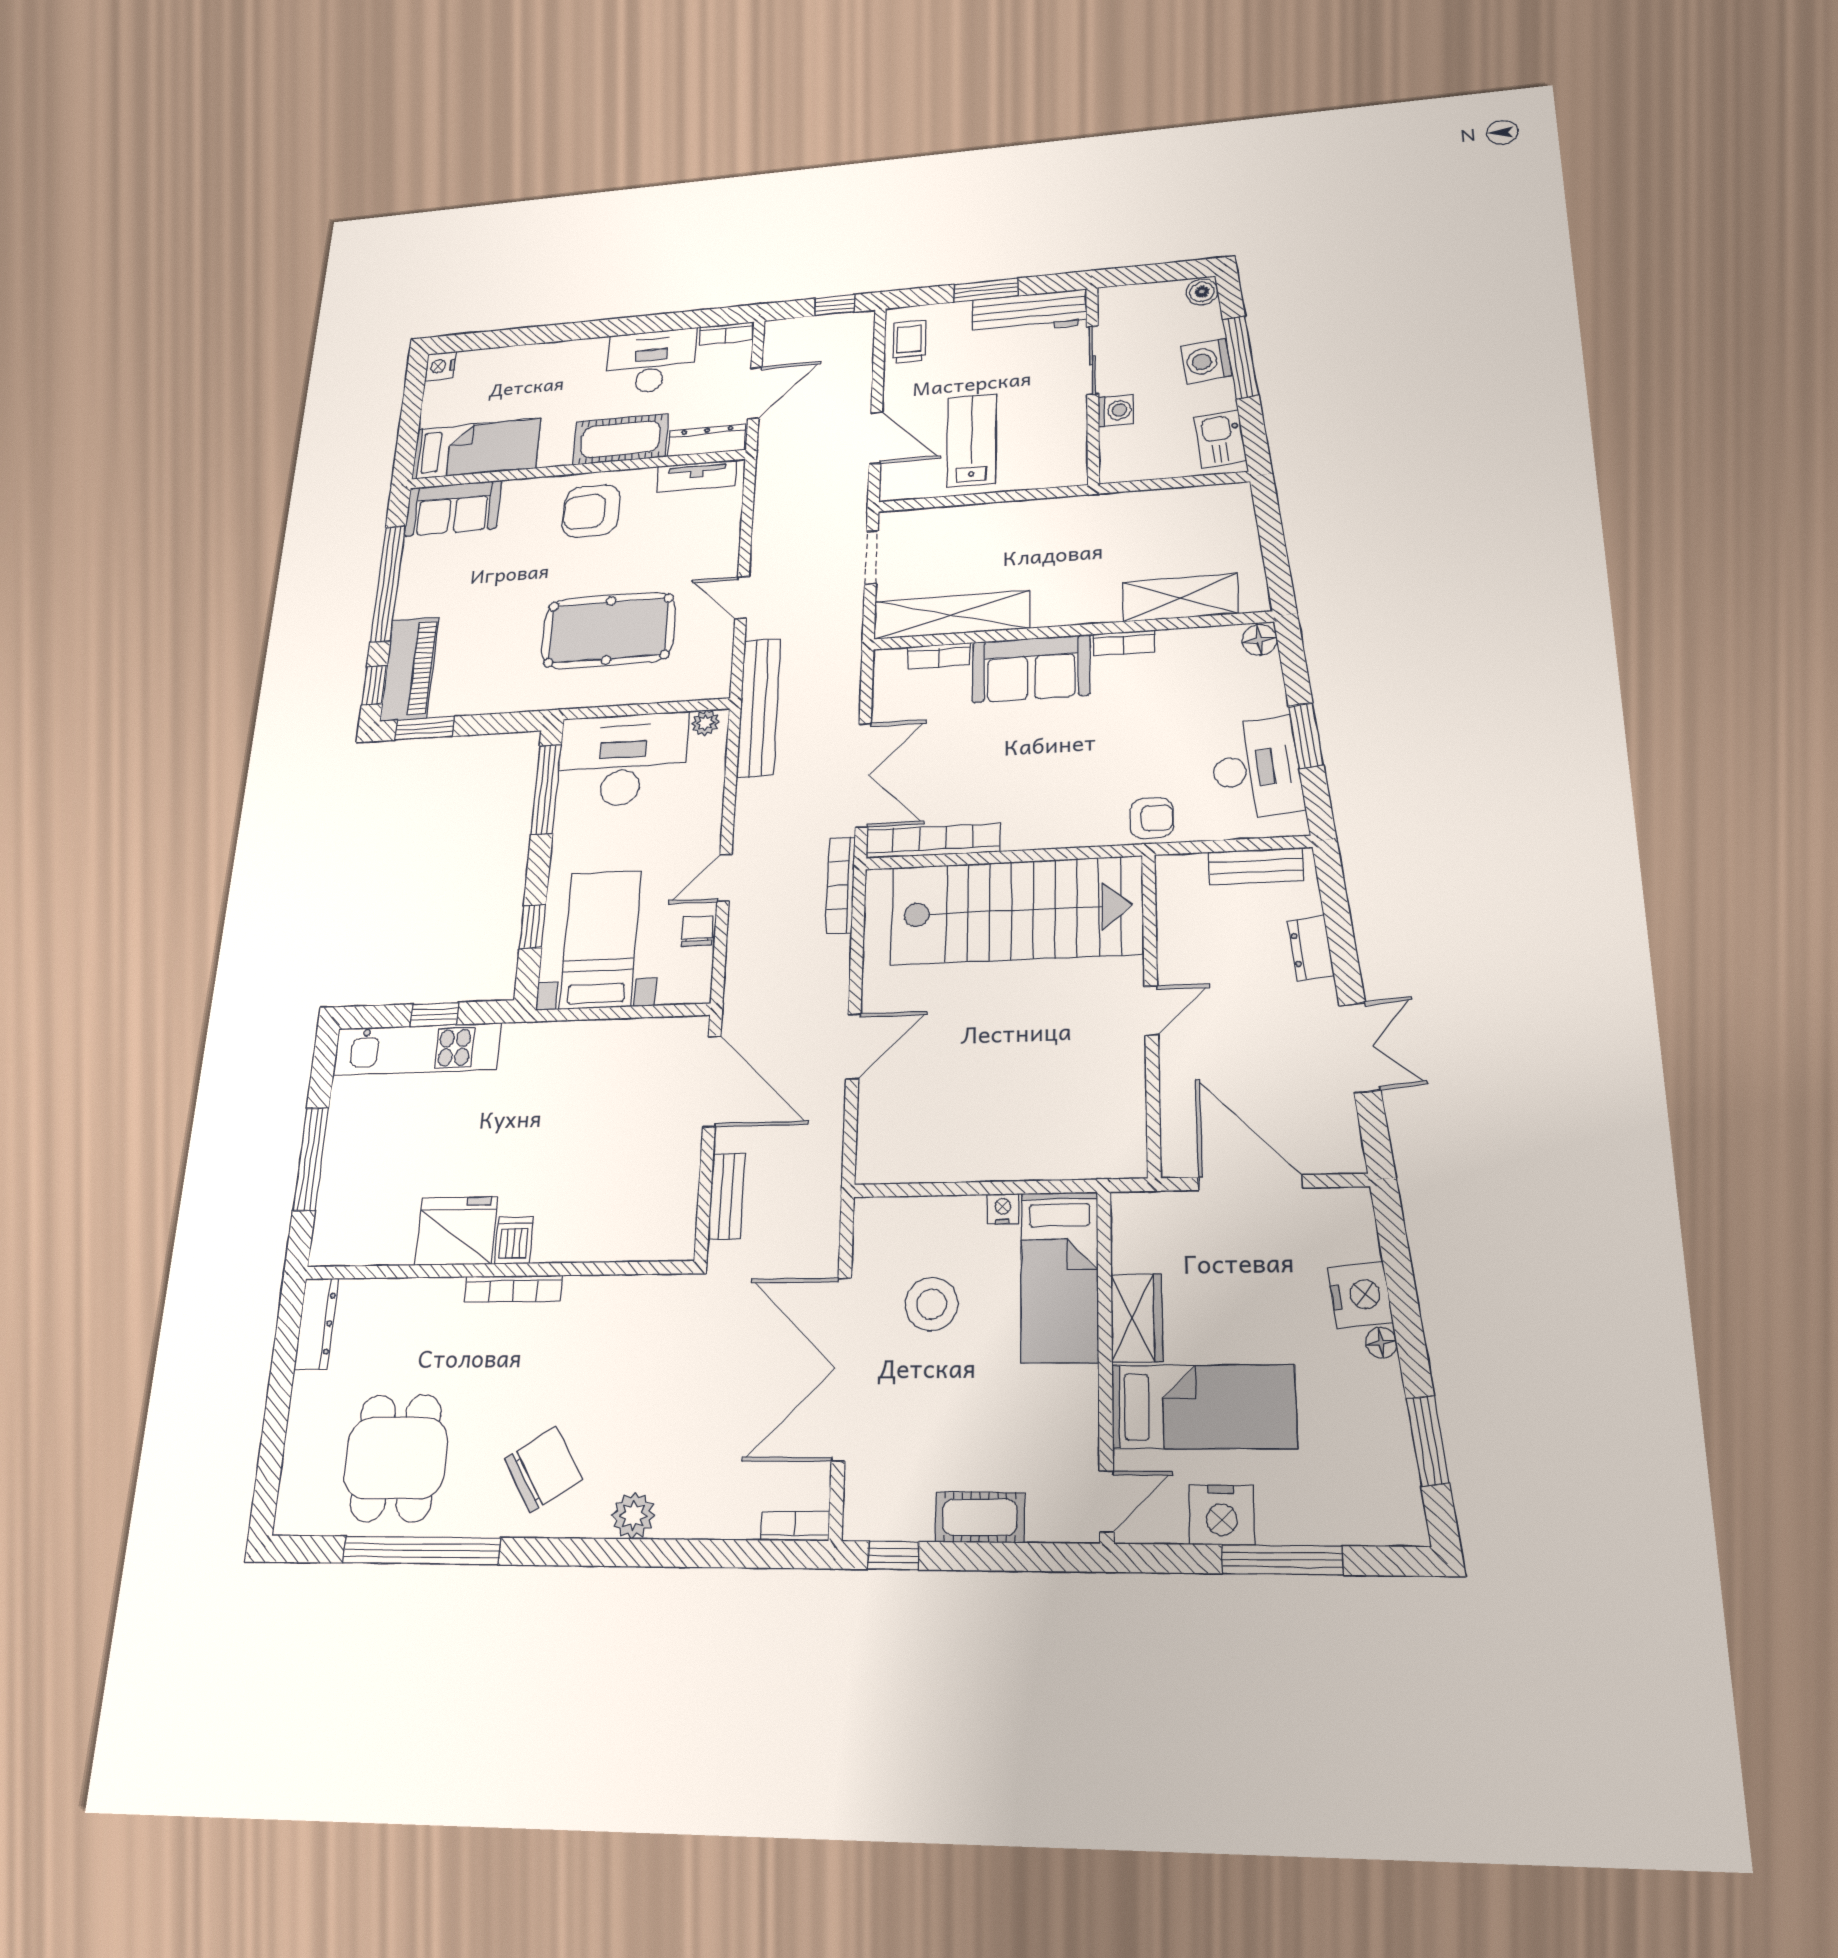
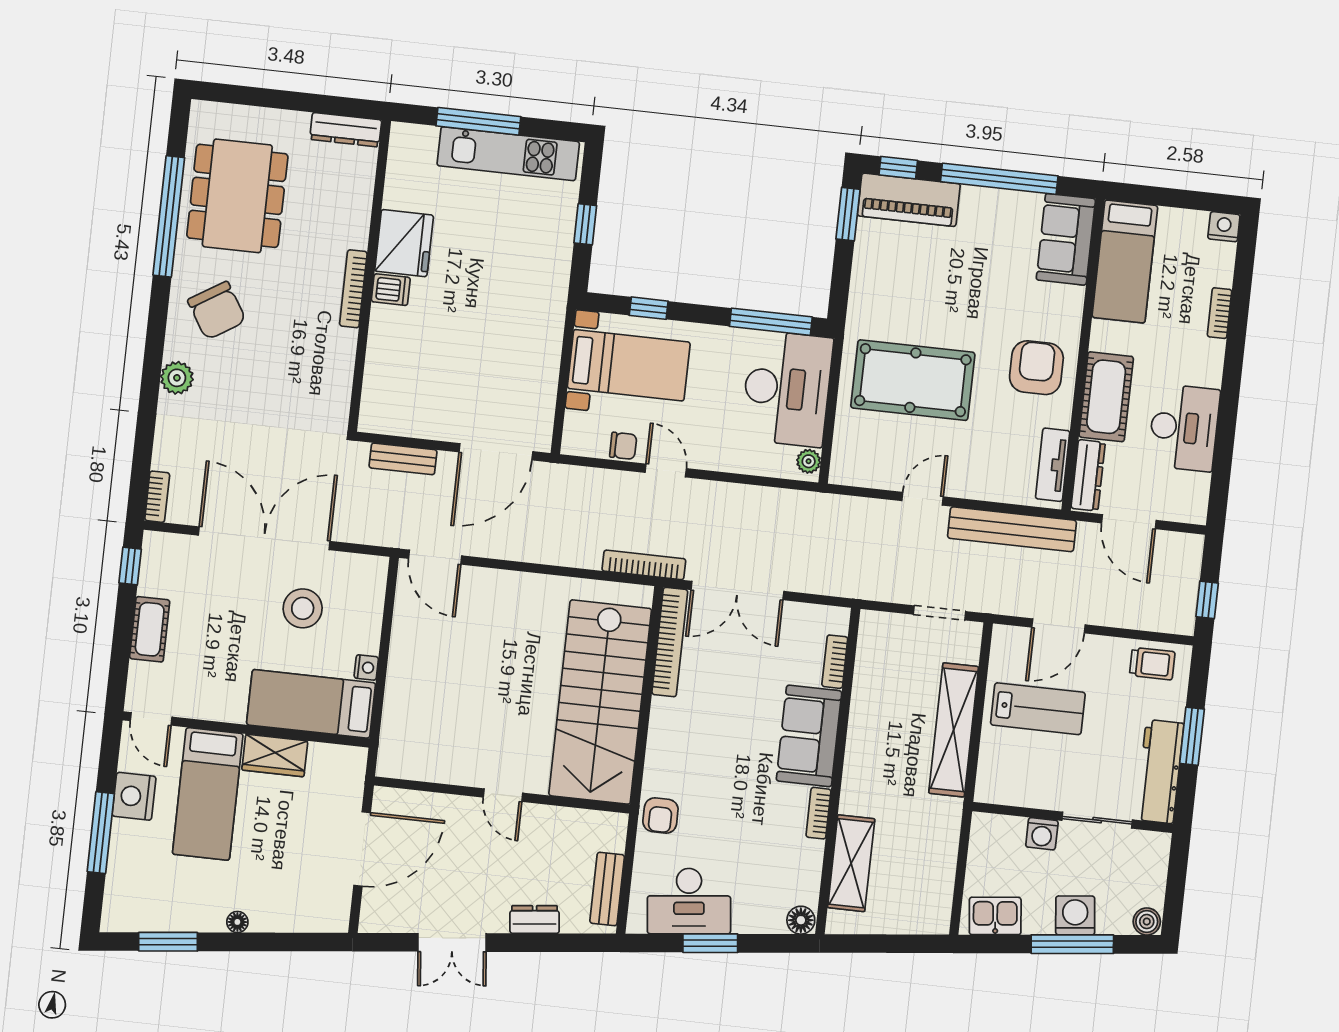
bookcase: (726, 334) -> (1219, 313), moved
shelving: (952, 615) -> (954, 730), moved
pool table: (609, 630) -> (913, 380), turned 90
bench: (759, 707) -> (1012, 529), moved
door: (853, 1046) -> (435, 557), moved
kitchen unit: (417, 1049) -> (508, 154), moved, turned -90
nightstand: (1360, 1295) -> (272, 913), removed
dining table: (396, 1458) -> (237, 196), width x1.38

